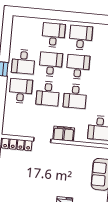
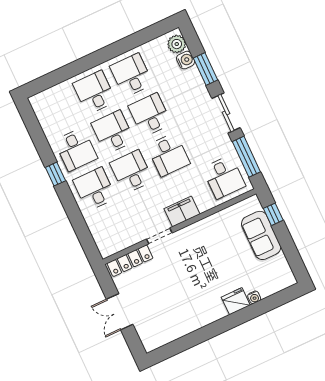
desk: (48, 94) -> (131, 172), turned 180

